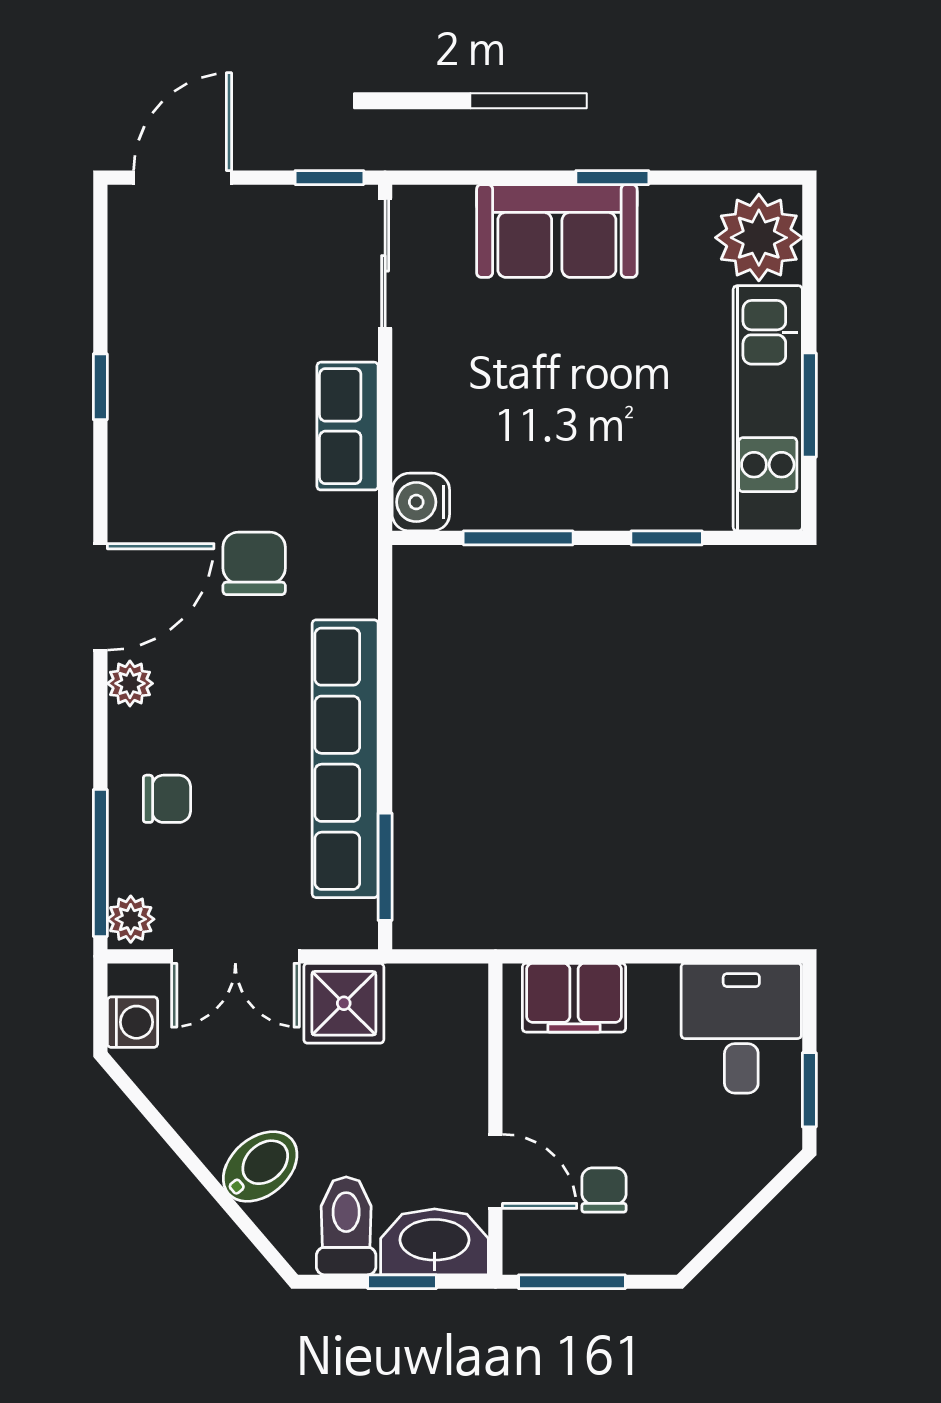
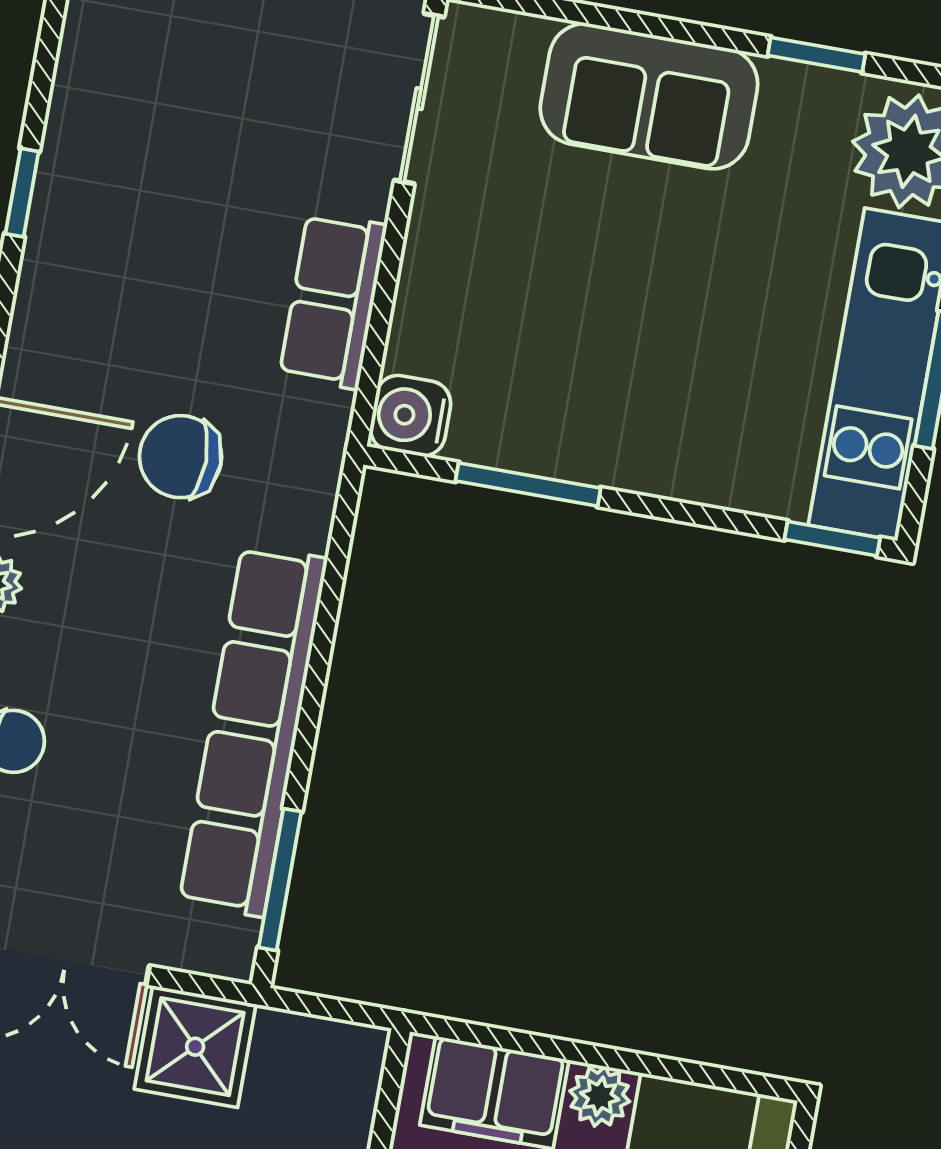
window: (612, 178) -> (816, 55), moved
window: (667, 538) -> (832, 539), moved
chair: (254, 563) -> (180, 457), turned -90
plant: (653, 986) -> (600, 1096), added

